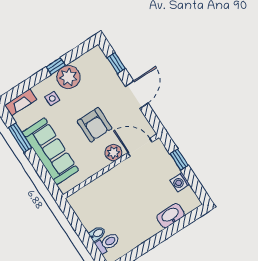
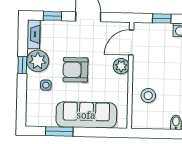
fireplace: (21, 102) -> (34, 34), moved
armchair: (95, 125) -> (76, 70), moved, turned 180
stool: (104, 194) -> (148, 96), added

